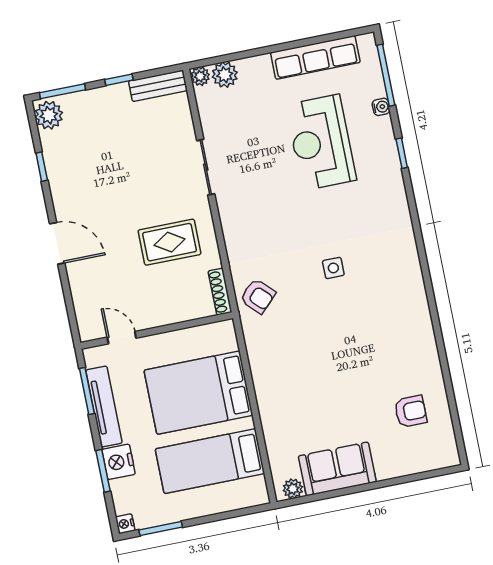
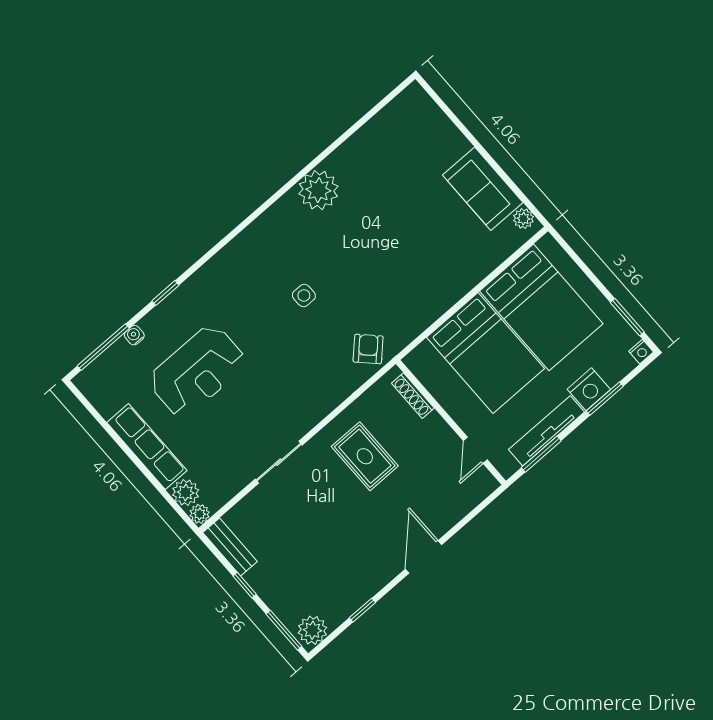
row of seats: (315, 57) -> (147, 447), moved
shoe rack: (220, 292) -> (413, 396), moved, turned 90
plant: (415, 330) -> (318, 190), added
armchair: (411, 411) -> (393, 152), removed
bed: (210, 461) -> (541, 307), width x1.50

